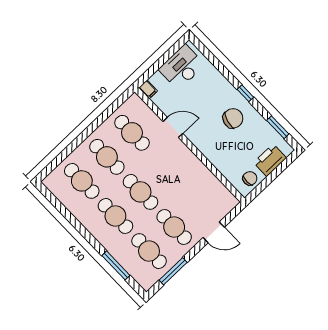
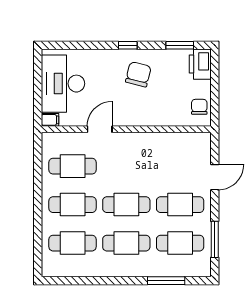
desk: (182, 67) -> (63, 84), width x1.36, depth x1.30
printer: (270, 160) -> (200, 64), moved

